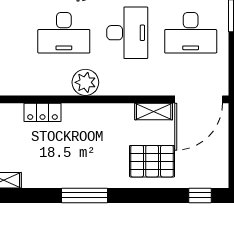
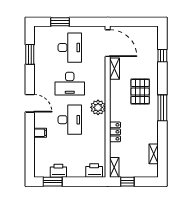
desk: (127, 33) -> (70, 84), turned 180
pallet: (152, 161) -> (140, 92), moved
window: (200, 195) -> (162, 56), moved

